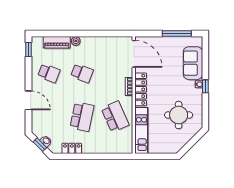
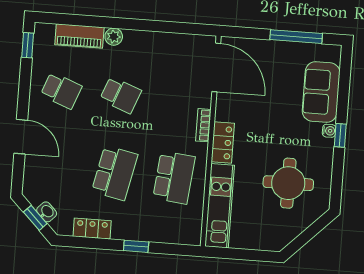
locker: (141, 89) -> (223, 143), width x0.66
school desk: (115, 117) -> (174, 177), turned 30
window: (97, 156) -> (136, 246), added

